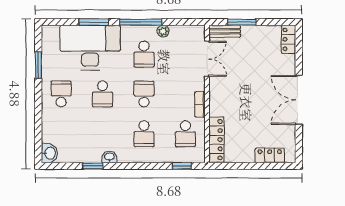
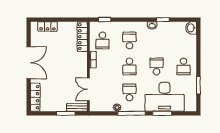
locker: (289, 39) -> (35, 97), width x1.53
school desk: (185, 134) -> (102, 40), turned 180

